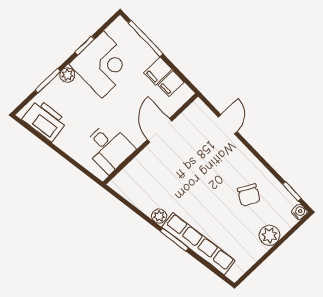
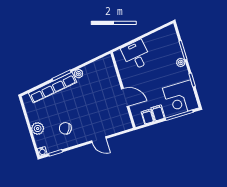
corner desk: (103, 65) -> (181, 98), moved
printer: (45, 120) -> (162, 38), removed
door: (228, 124) -> (99, 140), moved
desk: (109, 148) -> (136, 55), moved, turned 81

